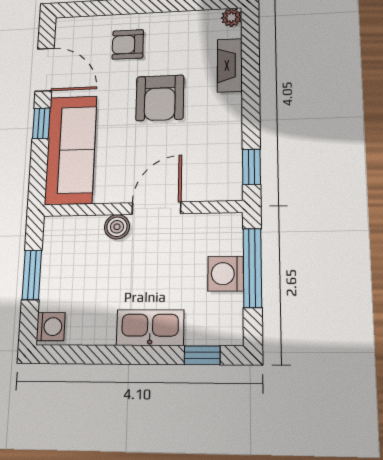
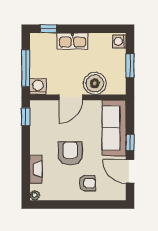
boiler: (117, 227) -> (95, 83), width x1.86, depth x1.86
washing machine: (226, 274) -> (38, 86), moved, turned -90

